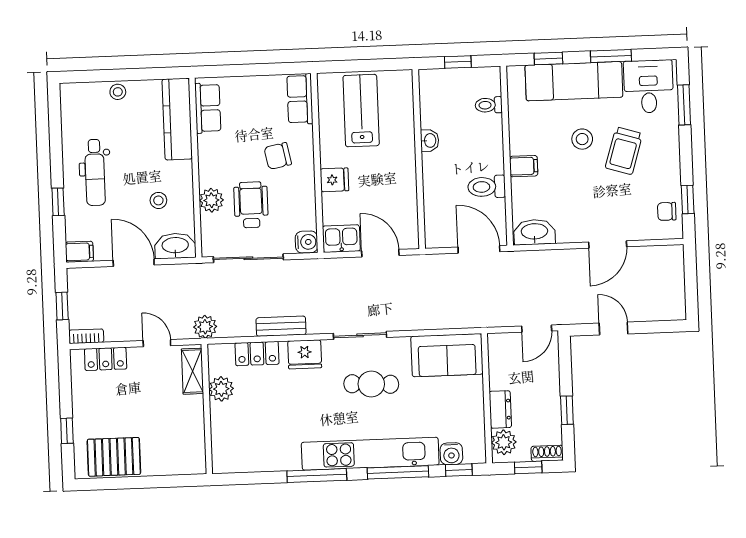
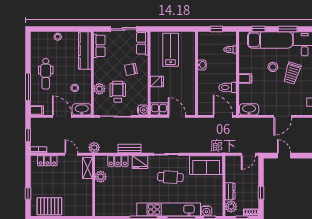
sliding door: (258, 70) -> (124, 29), added
window: (58, 202) -> (28, 87), width x2.17

